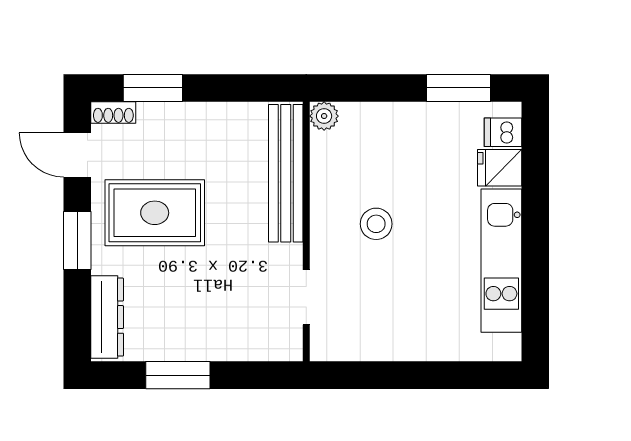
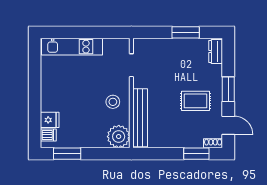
plant: (324, 116) -> (119, 137), width x1.87, depth x1.87
rug: (155, 213) -> (196, 101), width x0.73, depth x0.70
stool: (376, 224) -> (113, 102), moved
kitchen unit: (501, 261) -> (72, 47), moved, turned 90
dresser: (107, 317) -> (216, 52), width x0.70

